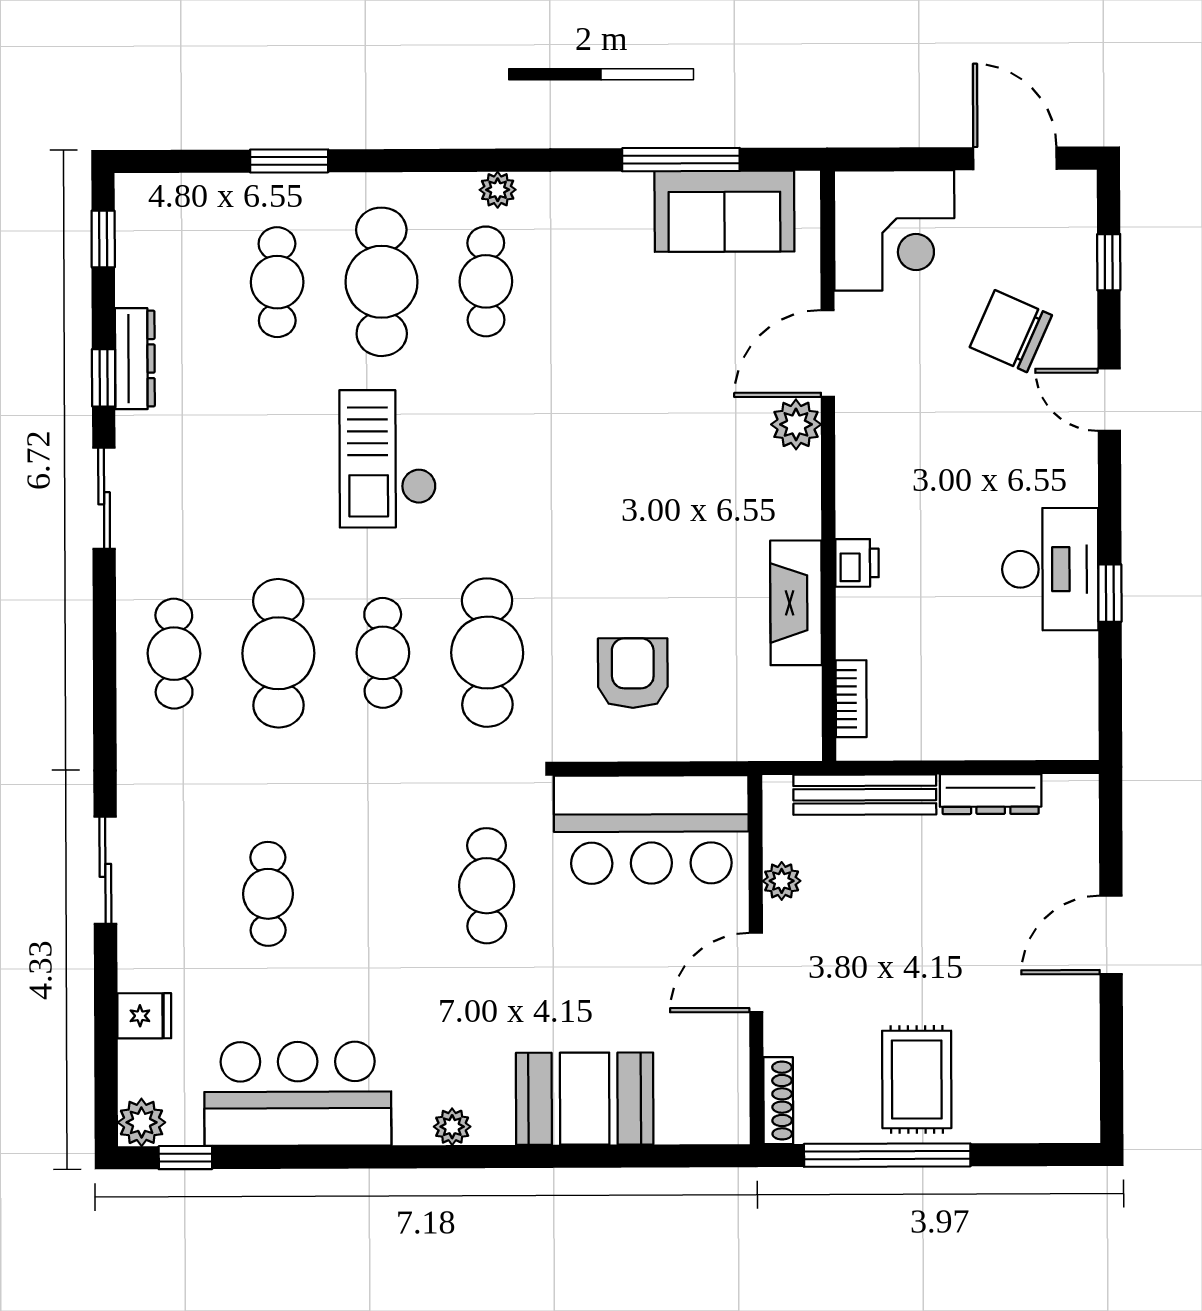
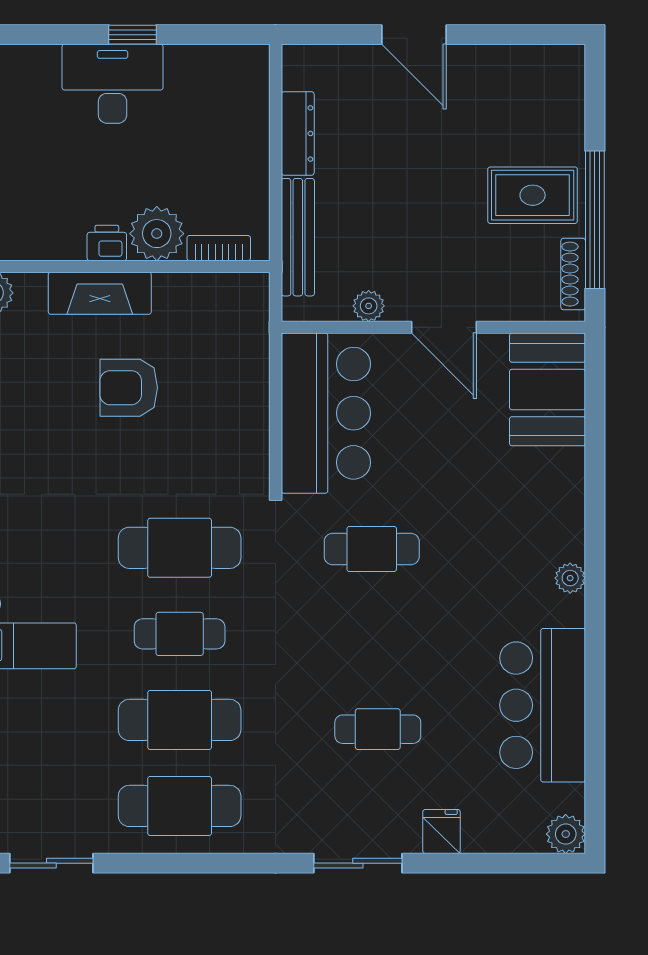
fireplace: (796, 603) -> (100, 293), moved
plant: (869, 623) -> (157, 234), added
cafe table: (174, 654) -> (180, 806), width x1.37, depth x1.35
armchair: (633, 673) -> (129, 388), moved
fridge: (144, 1016) -> (442, 831), moved
booth: (585, 1099) -> (547, 389), moved
shoe rack: (778, 1101) -> (573, 274), moved, turned -90
window: (185, 1158) -> (595, 798), removed

